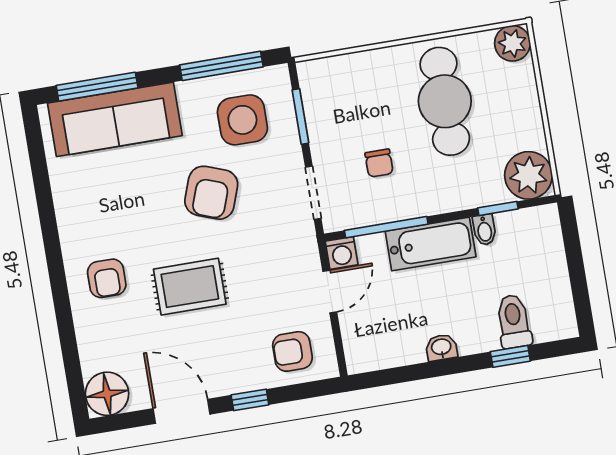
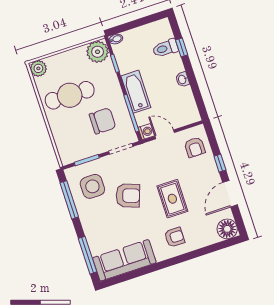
sofa: (115, 119) -> (124, 260), moved, turned -90
chair: (379, 163) -> (103, 121), width x1.87, depth x1.87
bidet: (484, 230) -> (116, 39), moved

